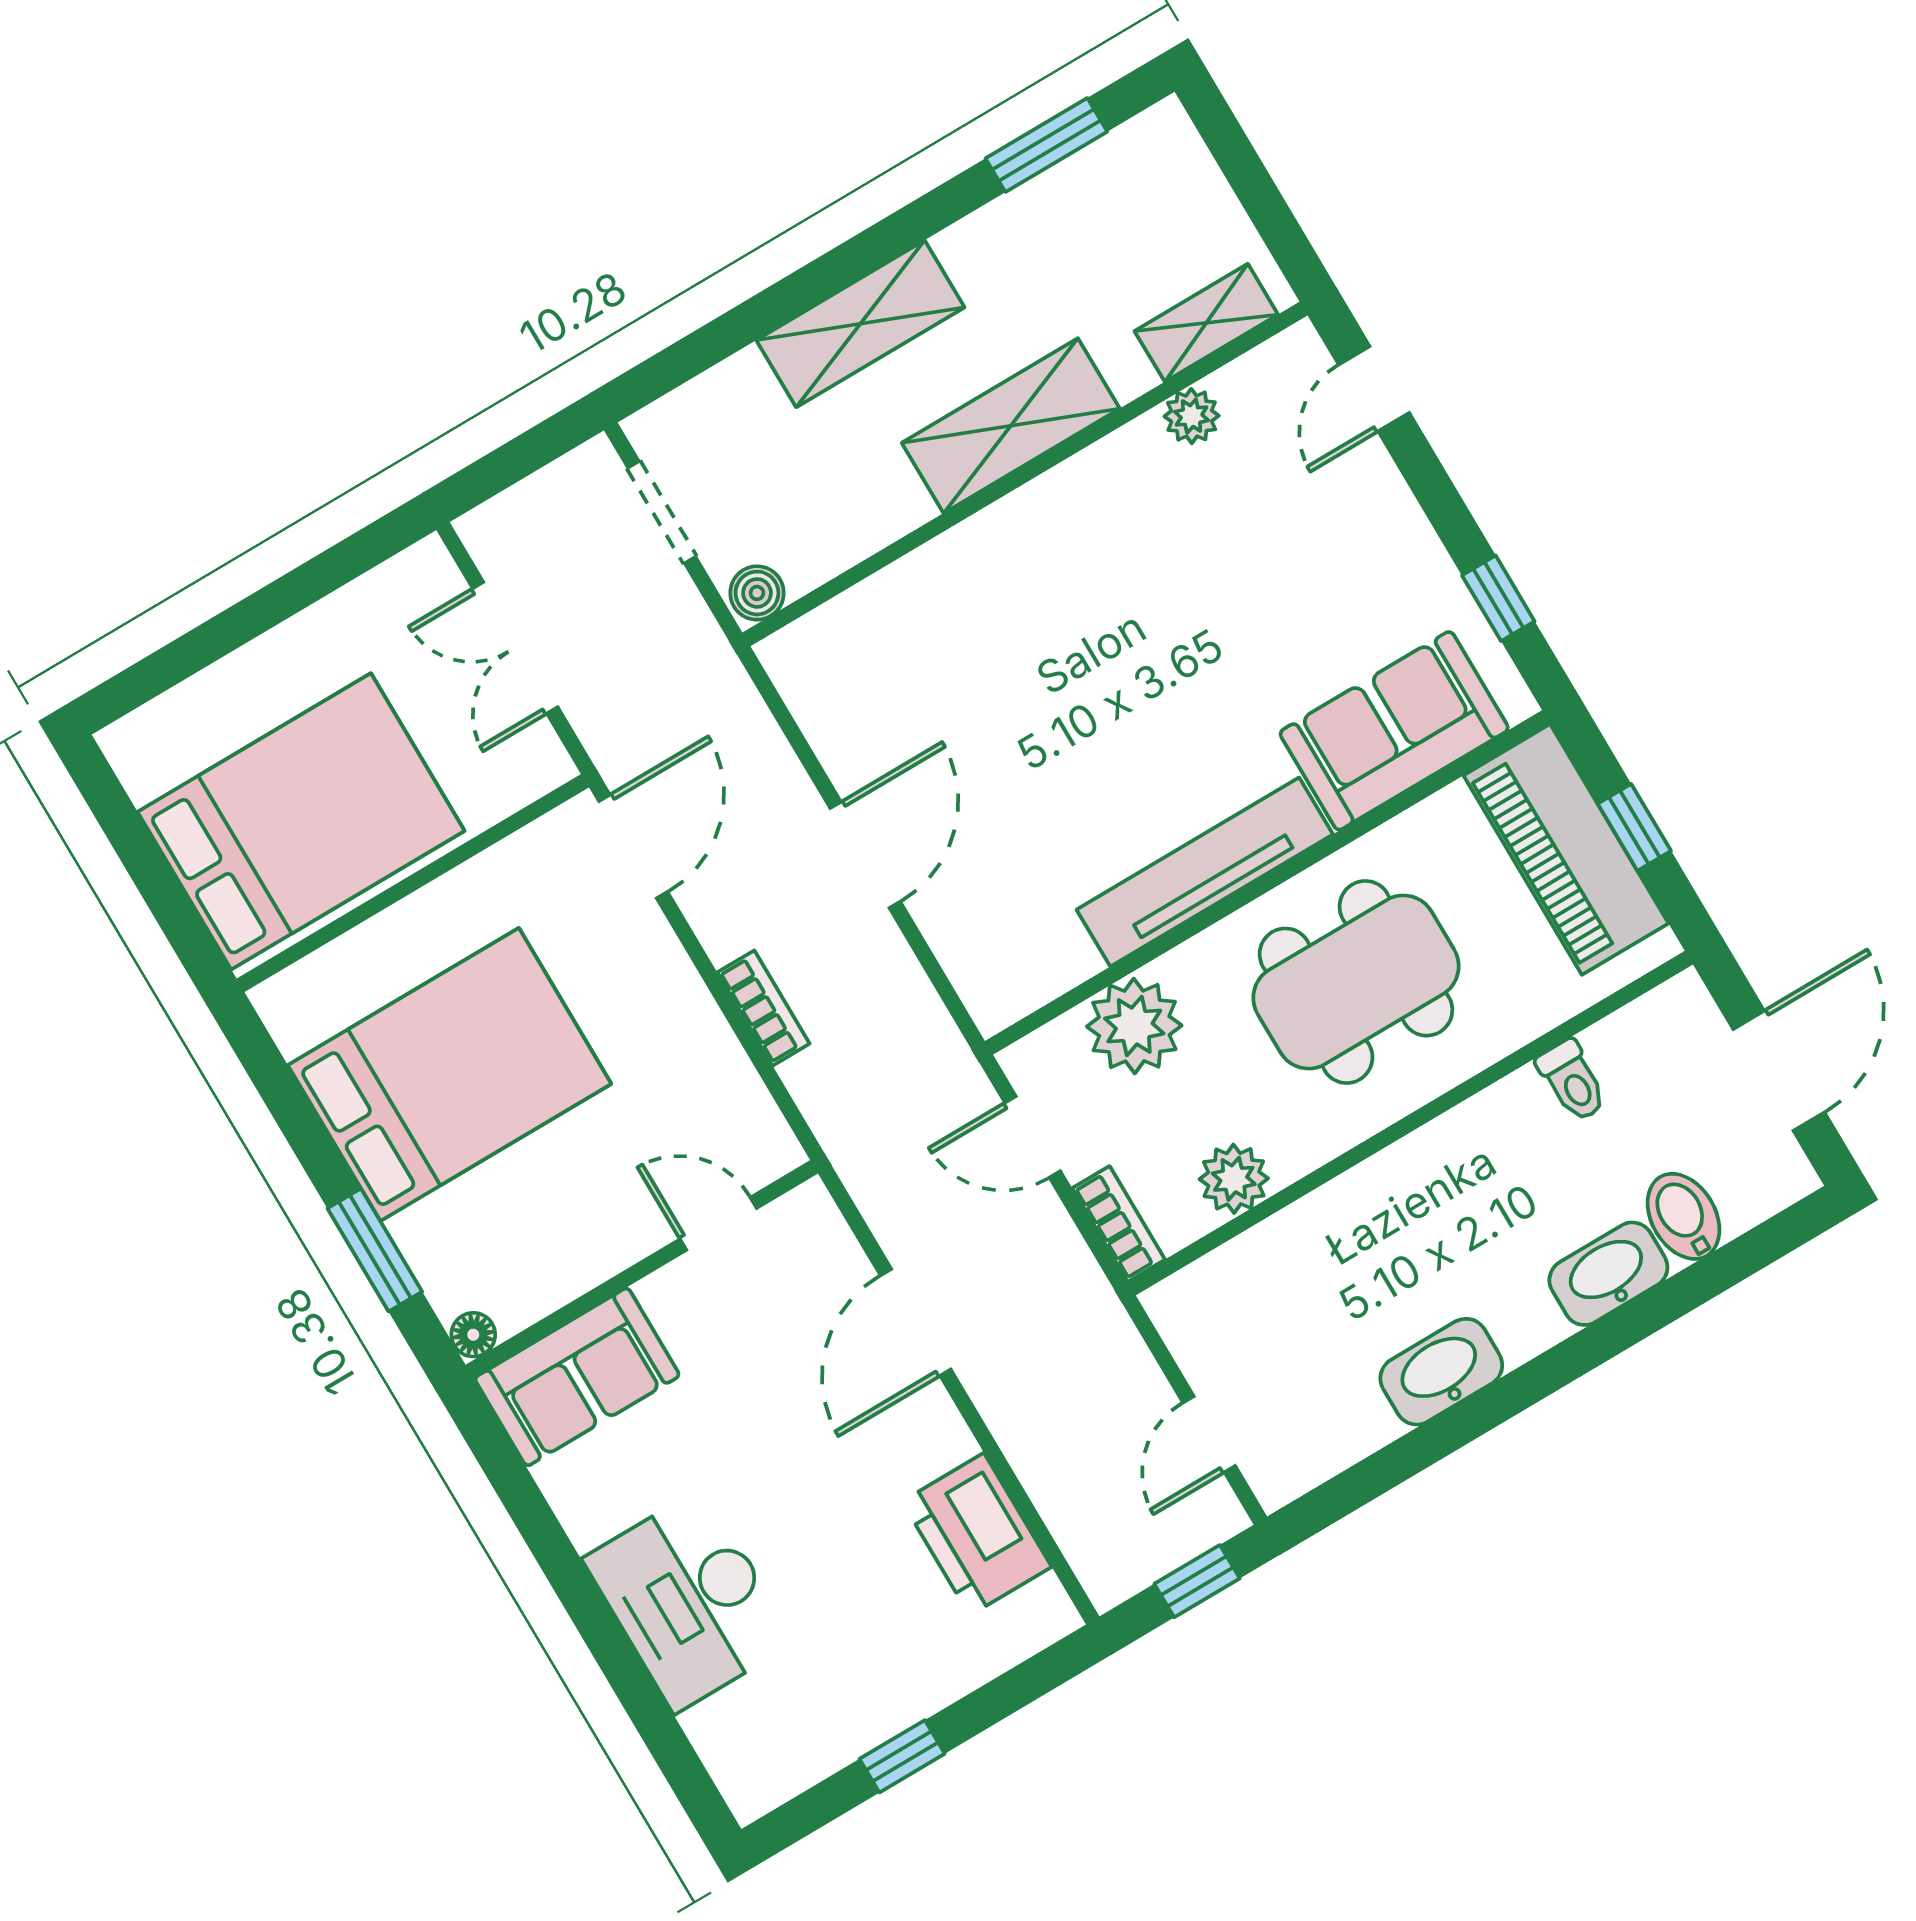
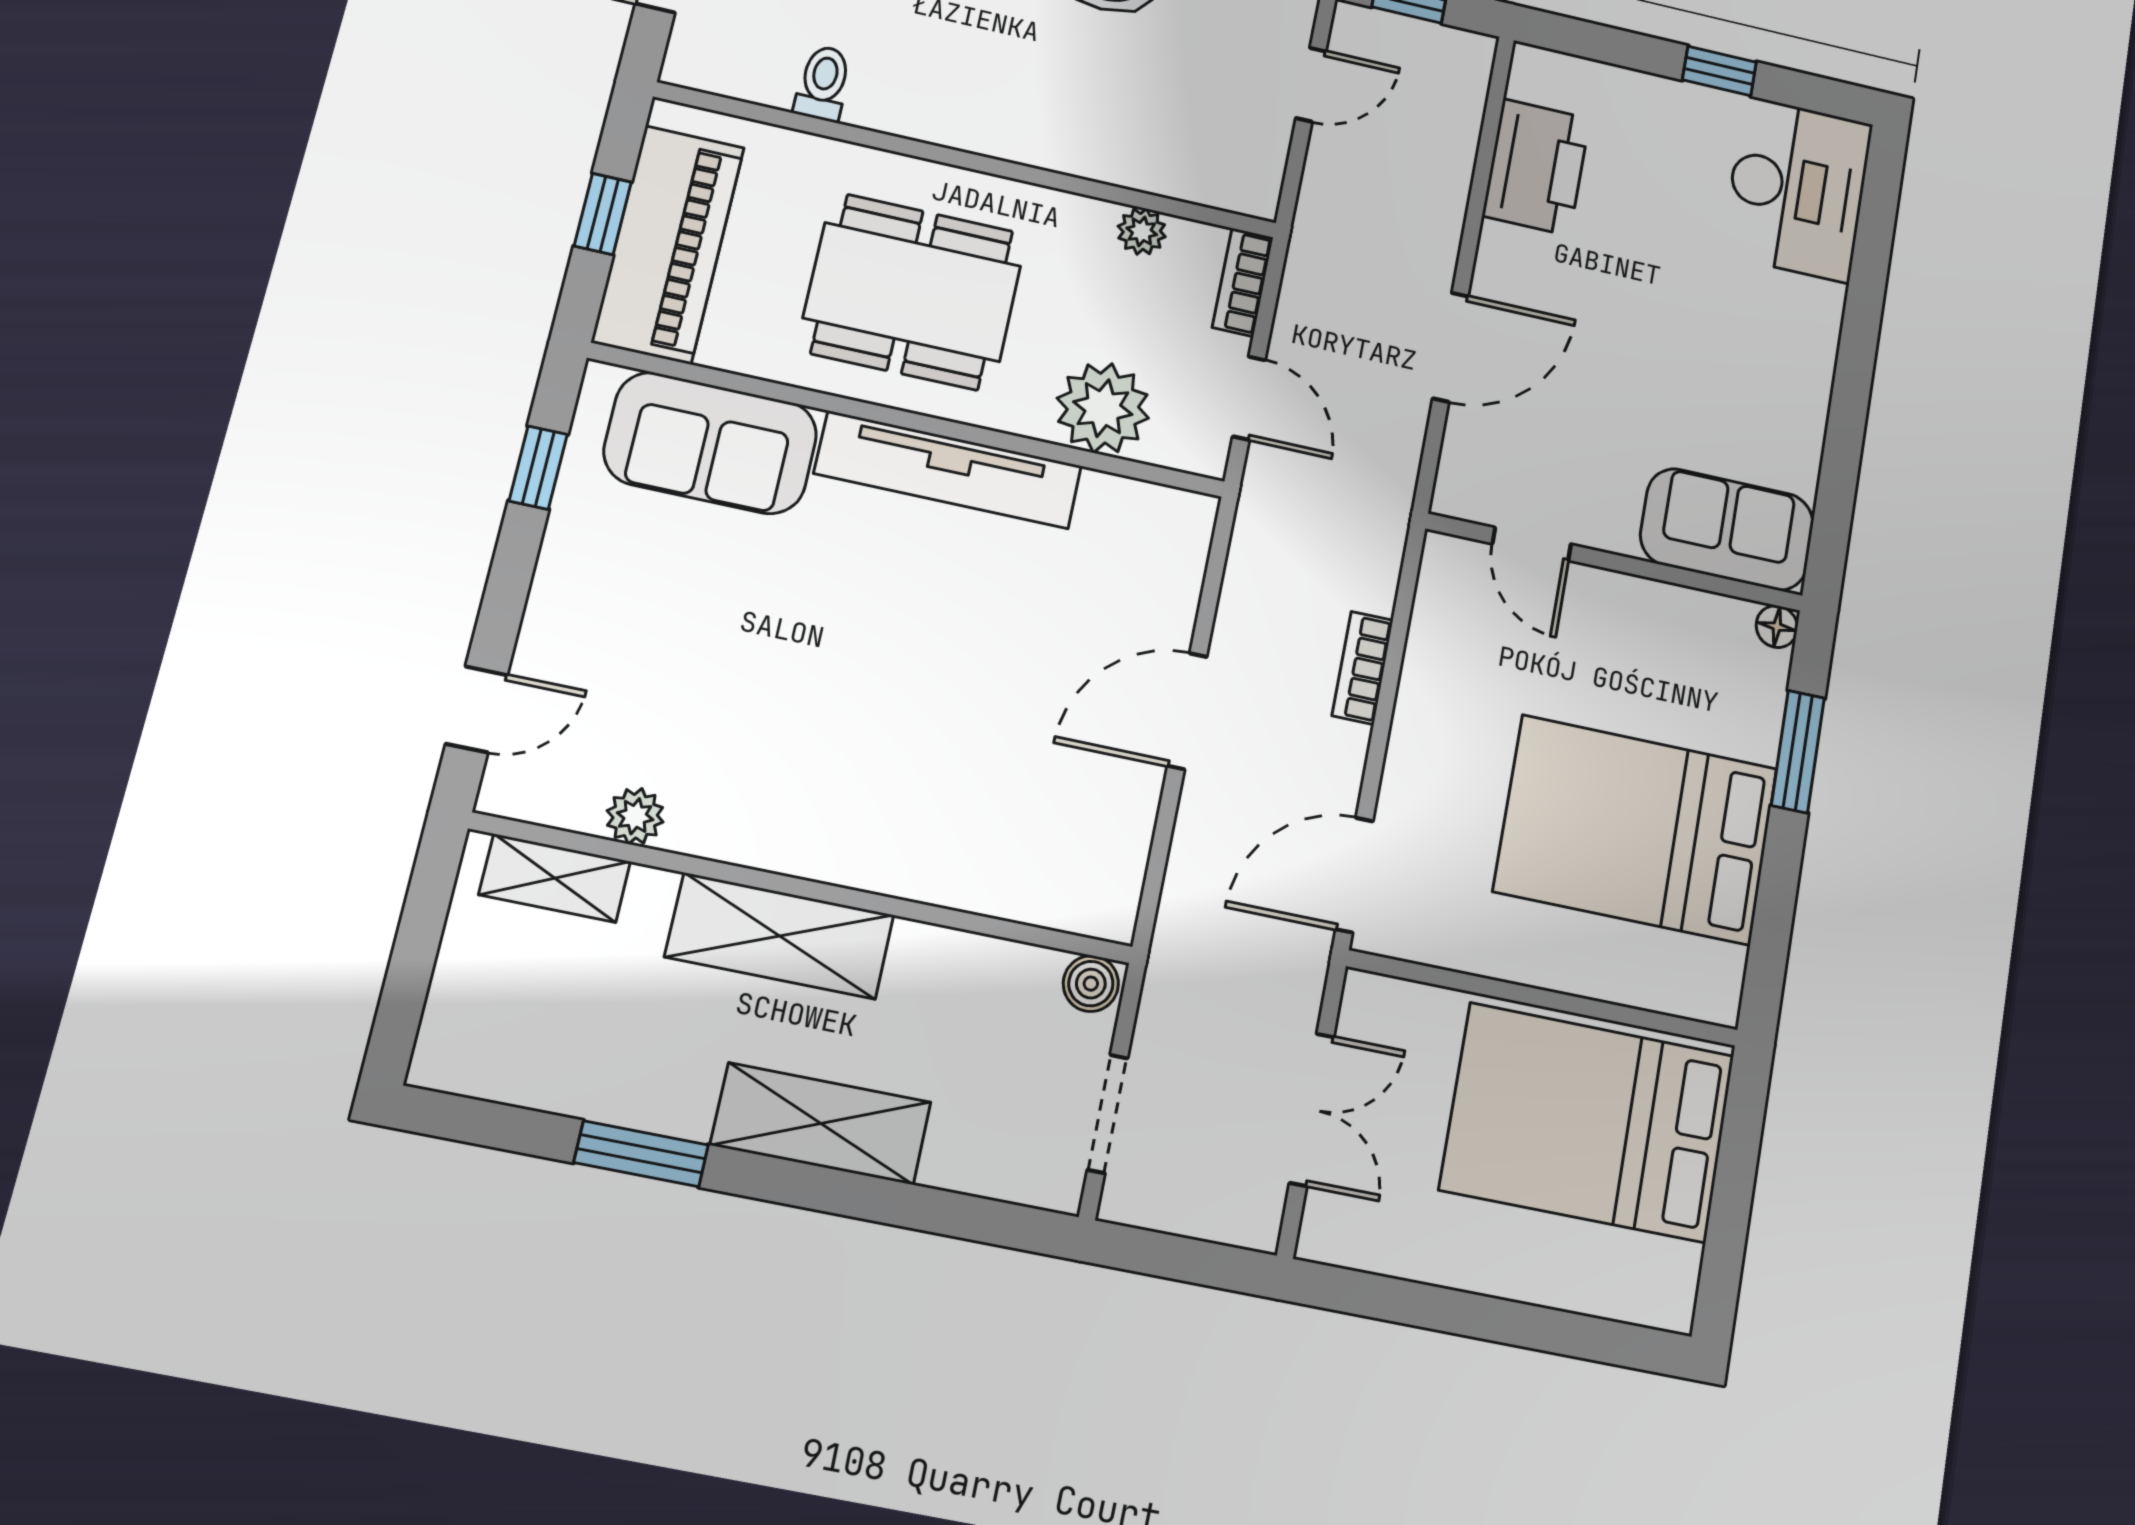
window: (1046, 145) -> (641, 1154), moved
plant: (1234, 1179) -> (1142, 231), width x0.73, depth x0.73
desk: (689, 1600) -> (1797, 189), moved

